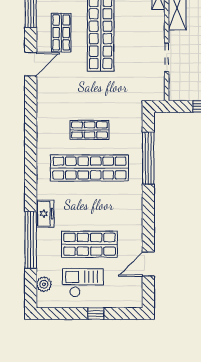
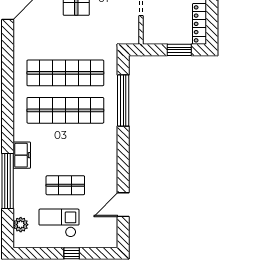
shop shelf: (89, 130) -> (65, 73), width x2.00, depth x1.36
shop shelf: (89, 244) -> (65, 185), width x0.70, depth x0.74

